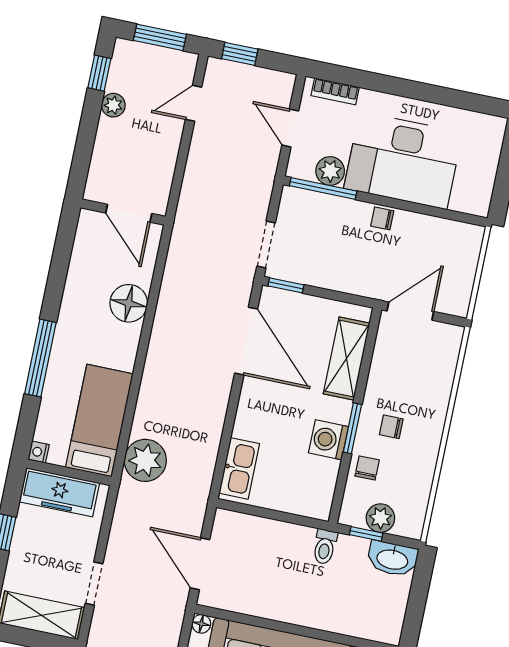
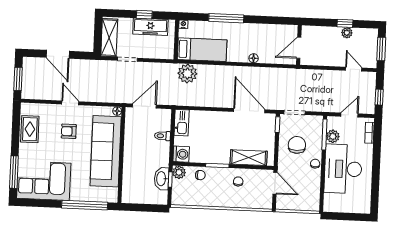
window: (240, 54) -> (379, 97), moved
window: (99, 73) -> (345, 23), moved
chair: (336, 251) -> (297, 145), added
floor lamp: (129, 303) -> (254, 58), width x0.53, depth x0.53
door: (246, 341) -> (249, 111), swing flipped
chair: (391, 427) -> (238, 181), moved
washing machine: (328, 440) -> (181, 154), moved, turned 90
kitchen sink: (239, 468) -> (182, 123), moved, turned -90
freezer: (59, 492) -> (150, 27), moved, turned -90
plant: (380, 518) -> (179, 172), moved
toilet: (325, 547) -> (162, 136), moved
washbasin: (392, 559) -> (162, 179), moved

